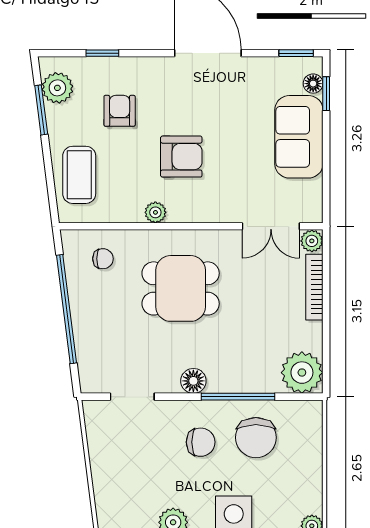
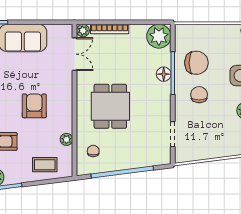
coffee table: (79, 175) -> (45, 165), width x0.73, depth x0.77
plant: (155, 212) -> (66, 139), moved
floor lamp: (193, 381) -> (164, 74), moved

